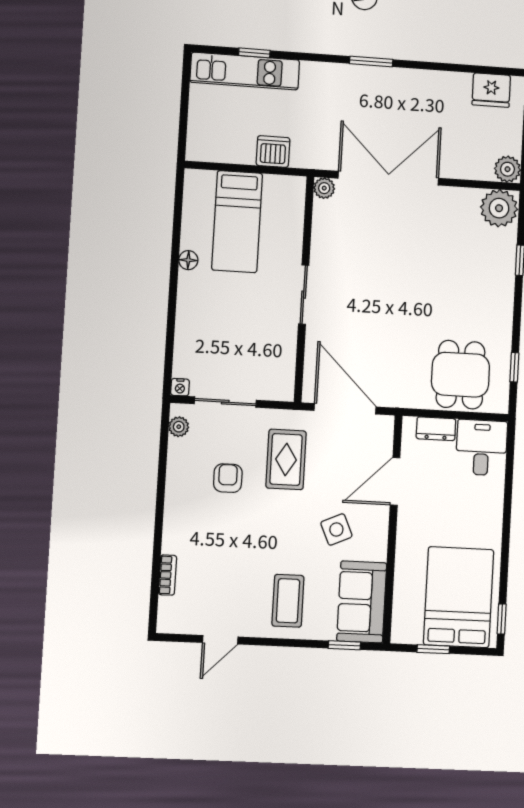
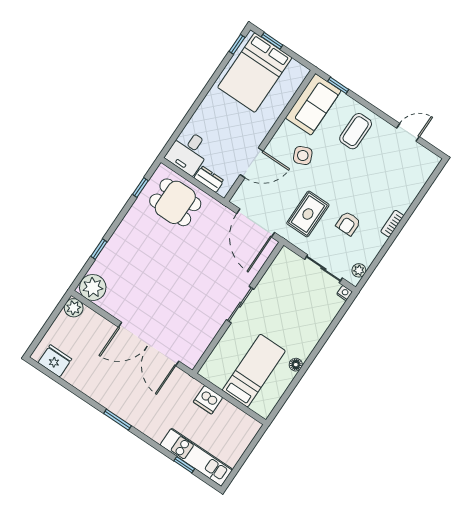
plant: (324, 188) -> (190, 360), removed
dining table: (460, 375) -> (175, 202), turned 90
bookcase: (168, 575) -> (392, 224), moved
window: (433, 649) -> (272, 41), moved

